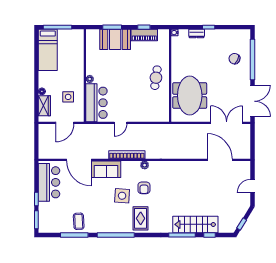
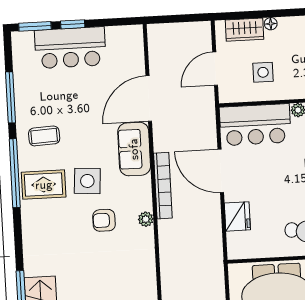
fridge: (146, 115) -> (237, 216), added
door: (65, 123) -> (215, 69), hinge flipped
door: (121, 123) -> (221, 171), width x1.88
bar counter: (49, 182) -> (70, 48), moved
rug: (141, 218) -> (44, 185), moved
coffee table: (79, 221) -> (44, 136), moved

